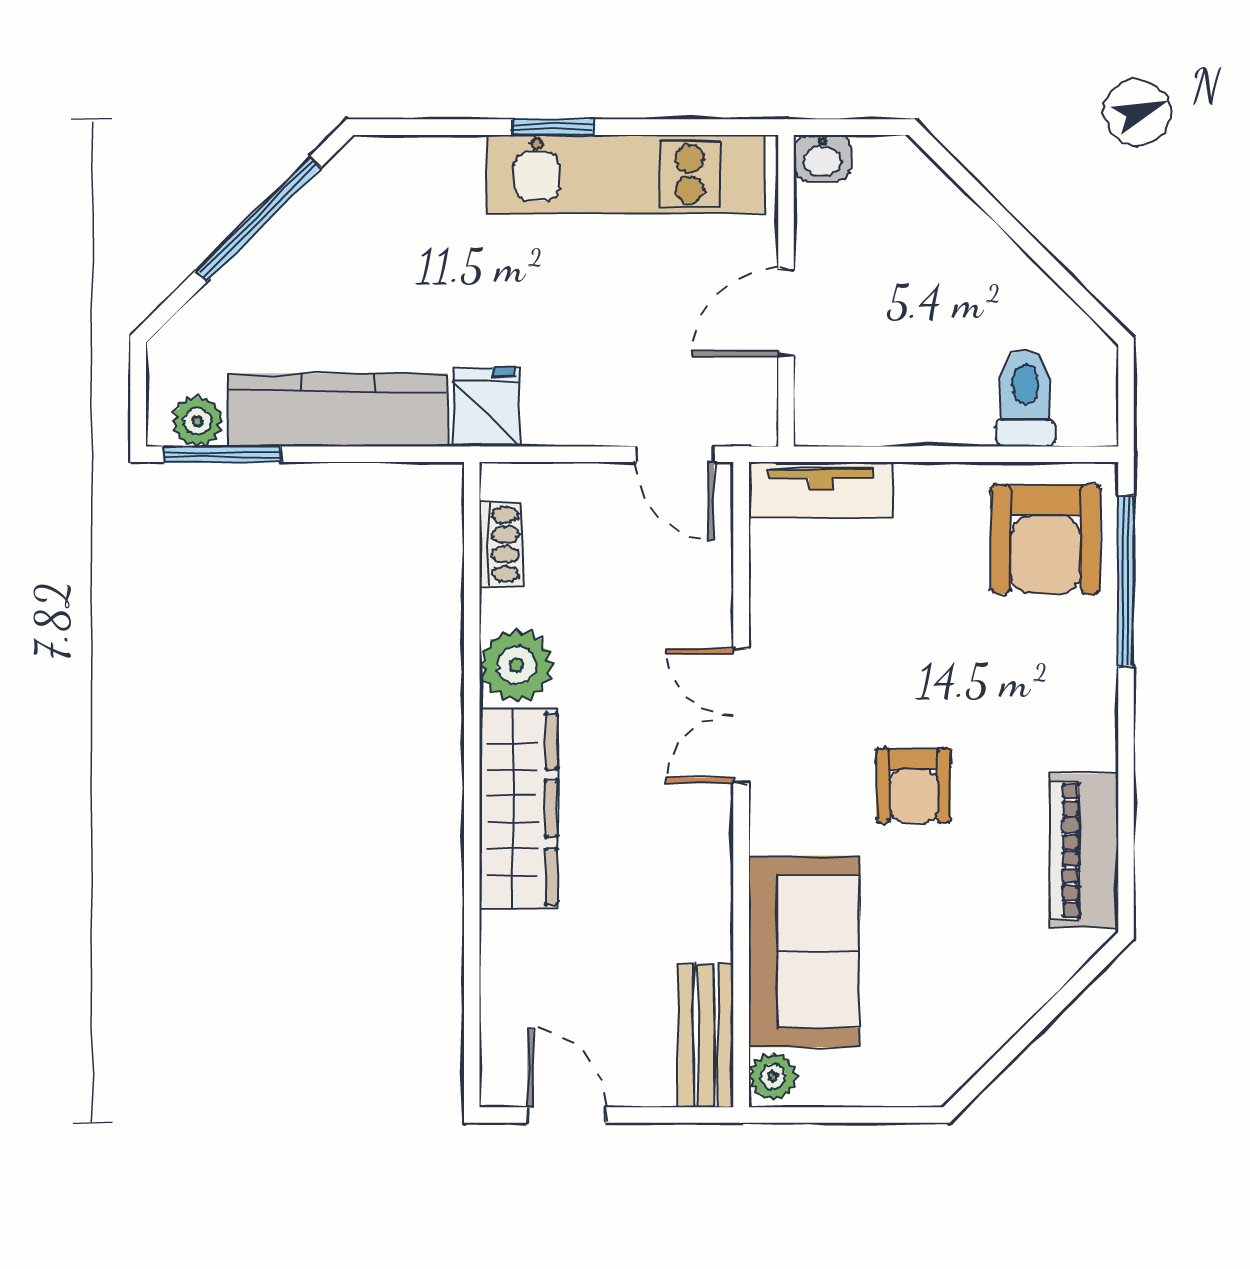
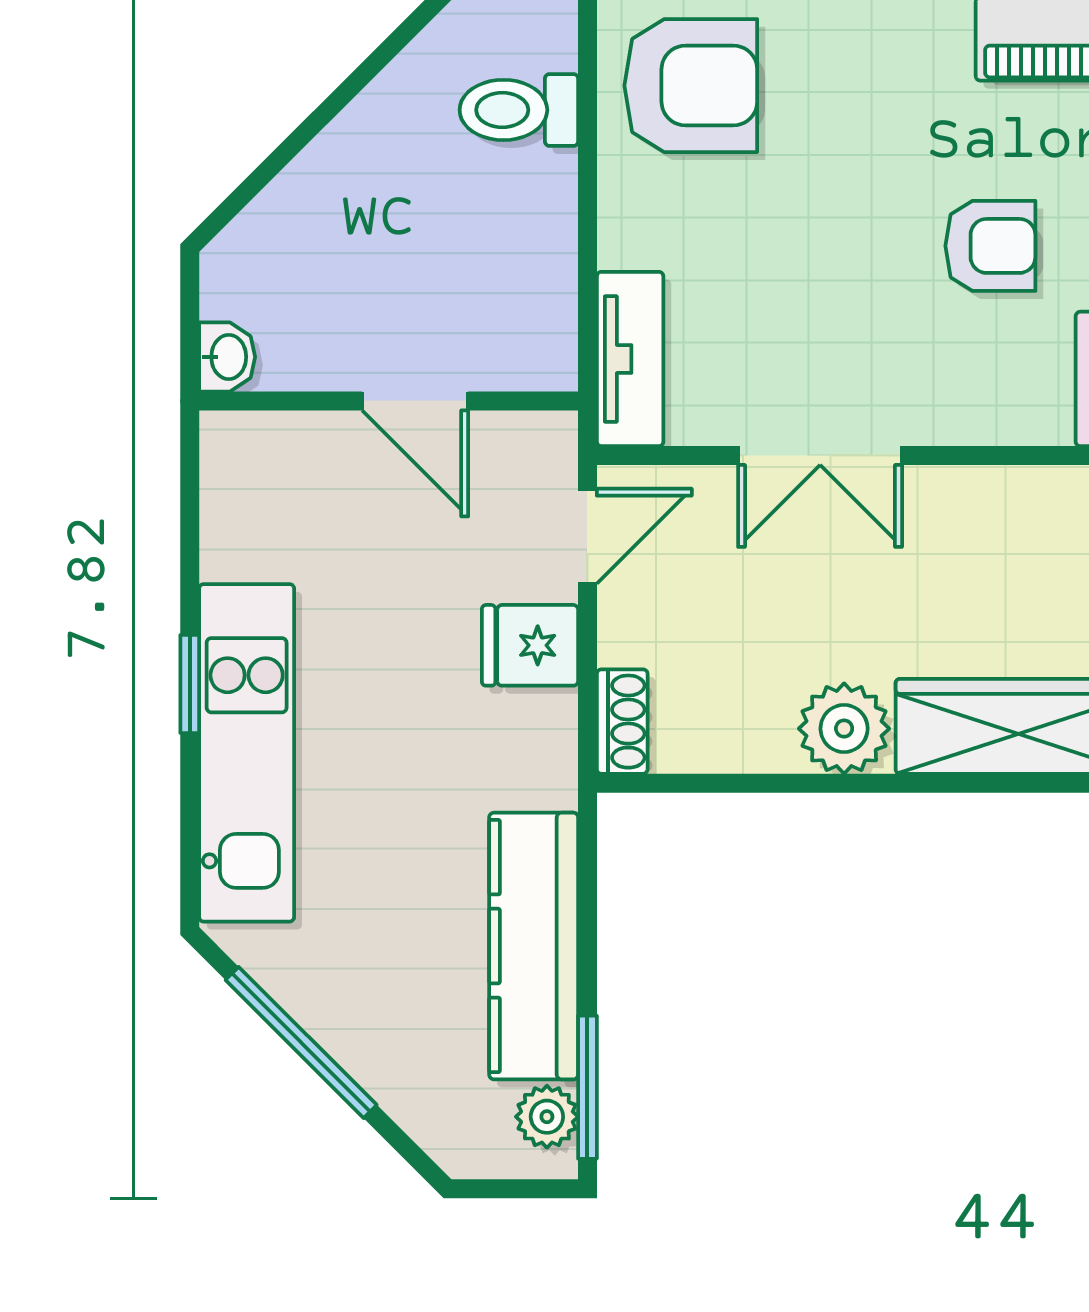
kitchen unit: (626, 174) -> (247, 753), moved
fridge: (486, 407) -> (530, 645), moved
shoe rack: (500, 544) -> (622, 722), moved, turned 90
double door: (741, 716) -> (820, 456), moved

